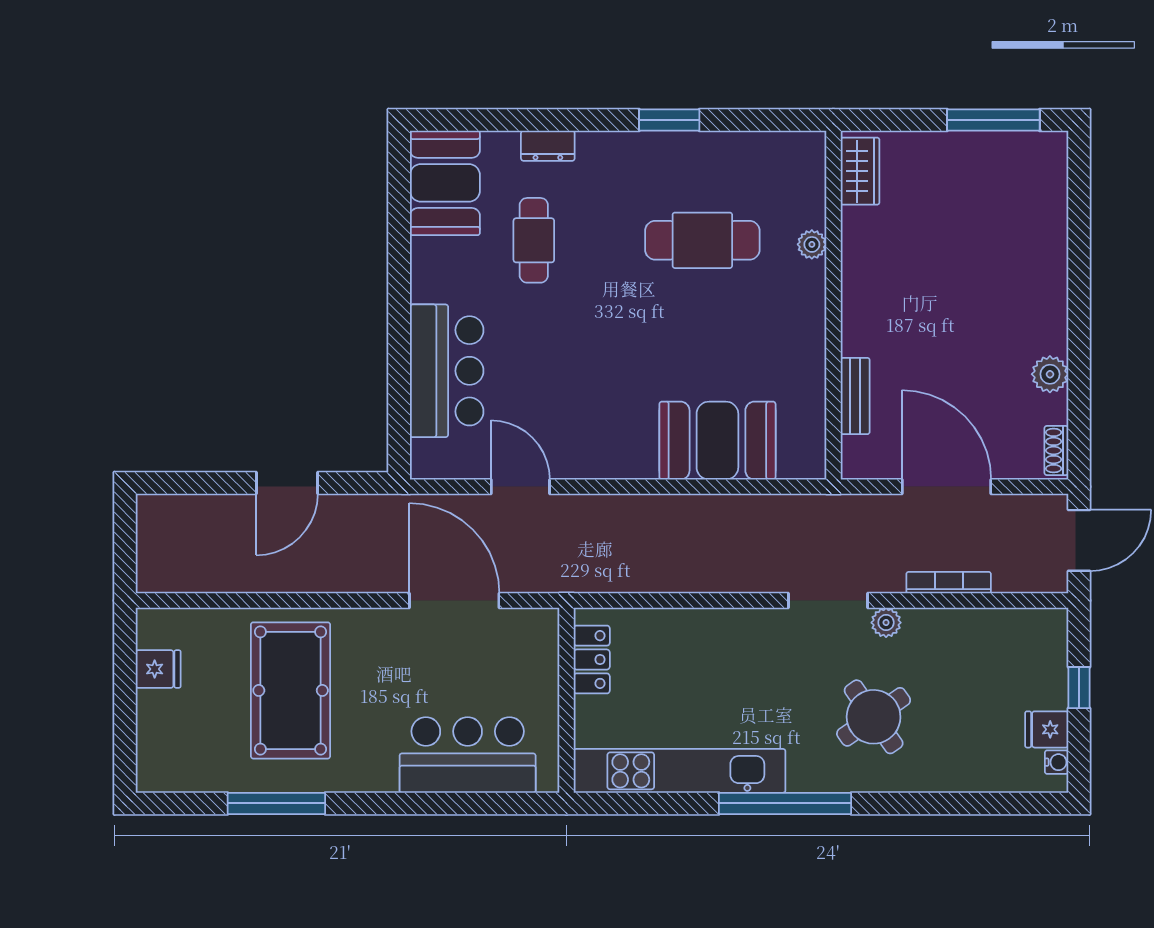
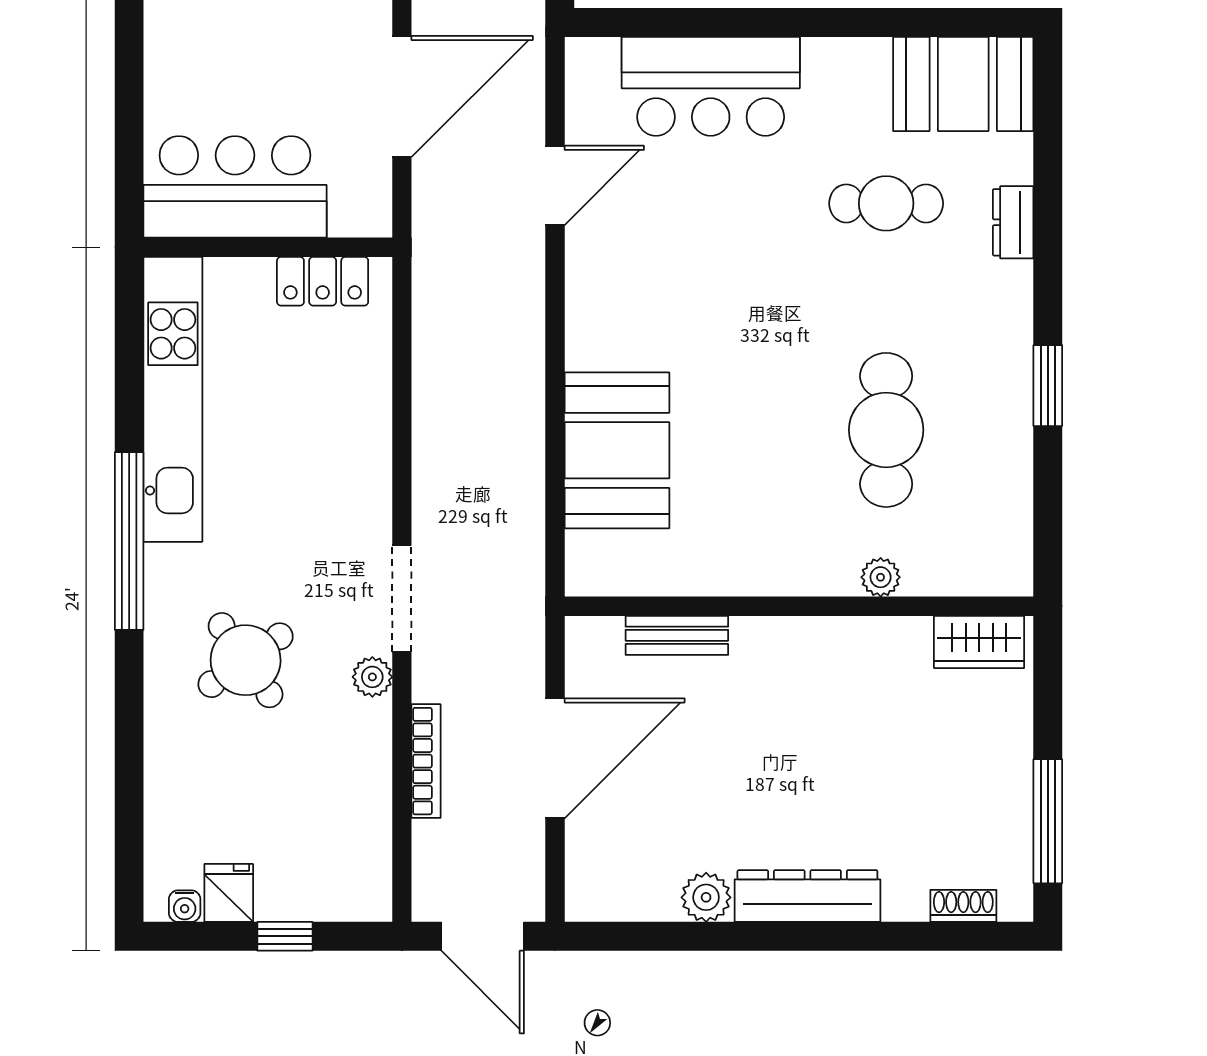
dresser: (1049, 299) -> (807, 896), added
shoe rack: (1056, 451) -> (963, 906), moved
bar counter: (468, 755) -> (235, 187), moved, turned -90

